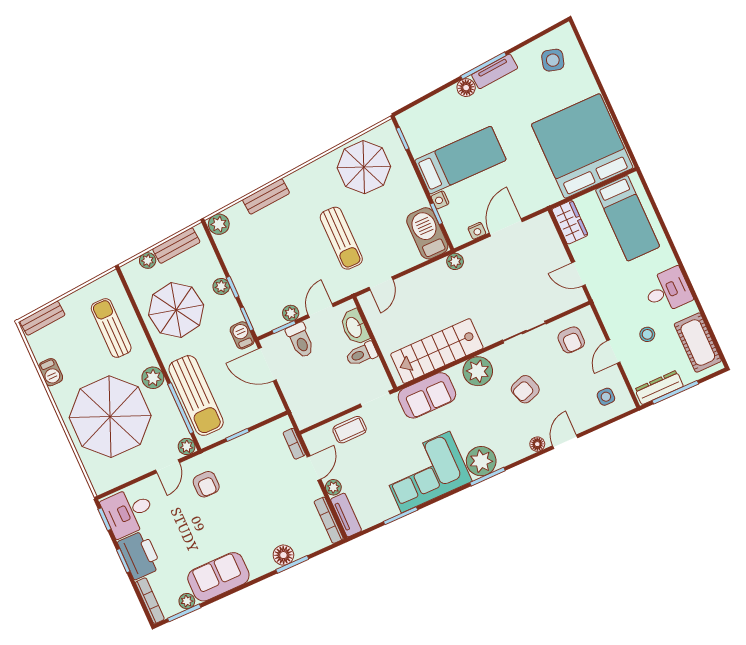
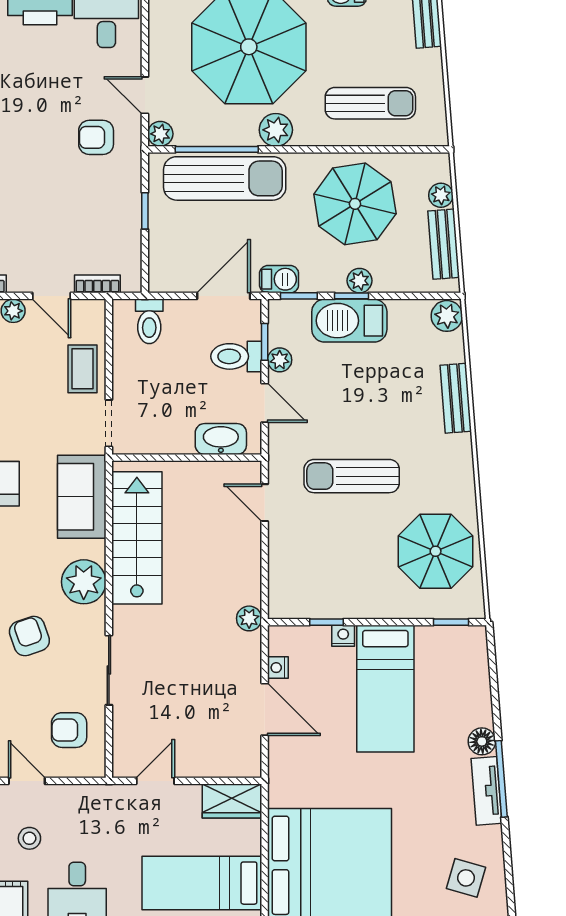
barbecue: (427, 233) -> (349, 321), moved, turned 180
toilet: (362, 354) -> (149, 321), moved, turned 180
sun lounger: (196, 395) -> (225, 178), turned 180

